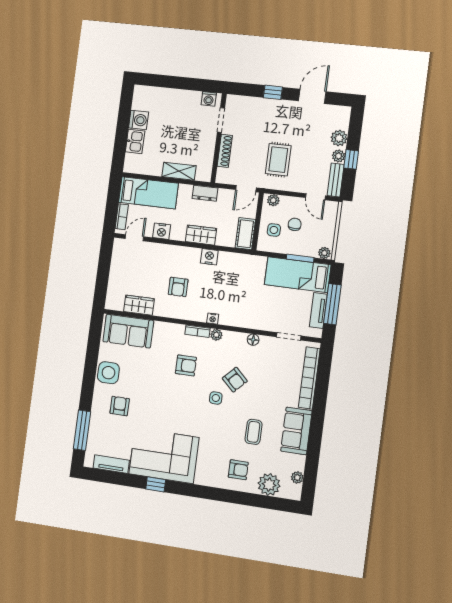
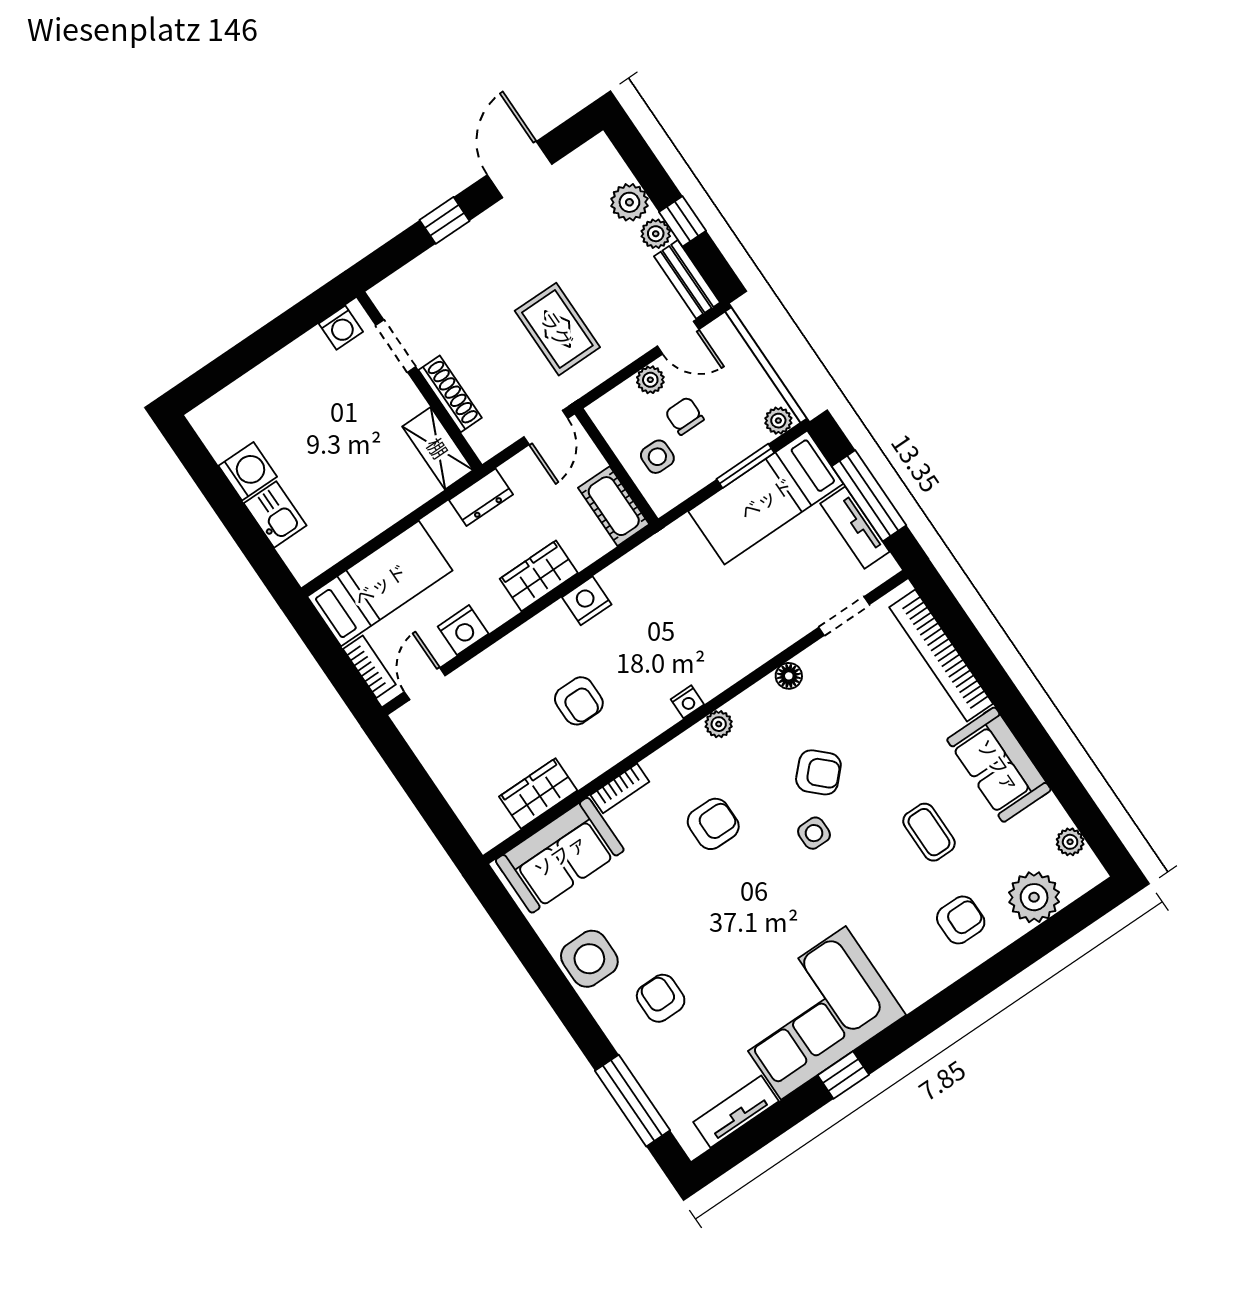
shelving: (179, 171) -> (438, 448), moved, turned 90
plant: (273, 200) -> (650, 380), moved
bookcase: (198, 331) -> (620, 788), moved

